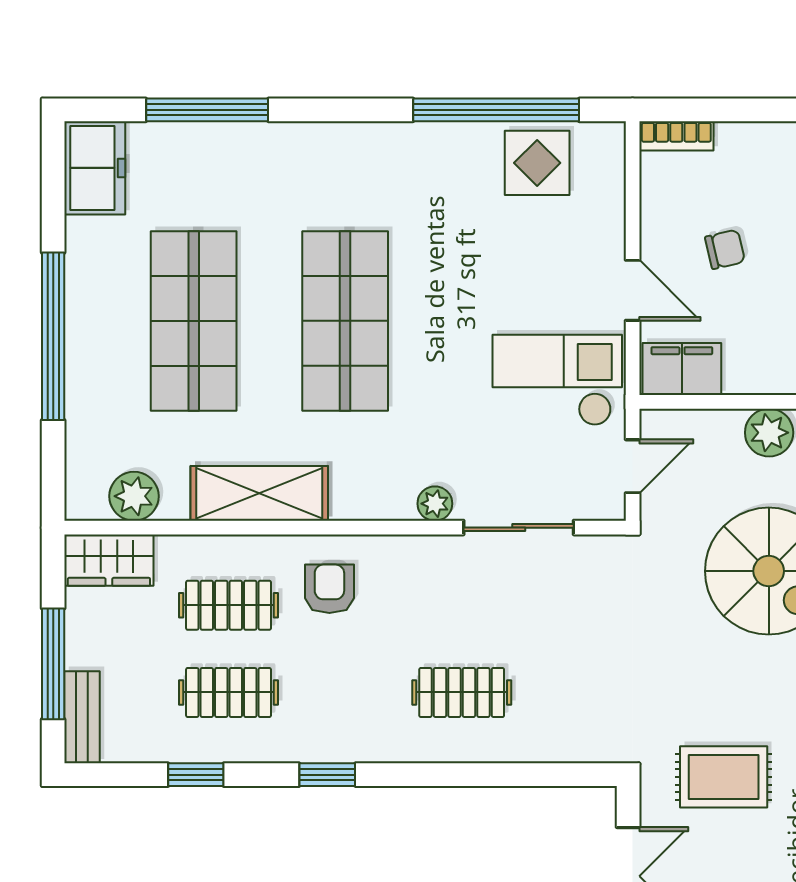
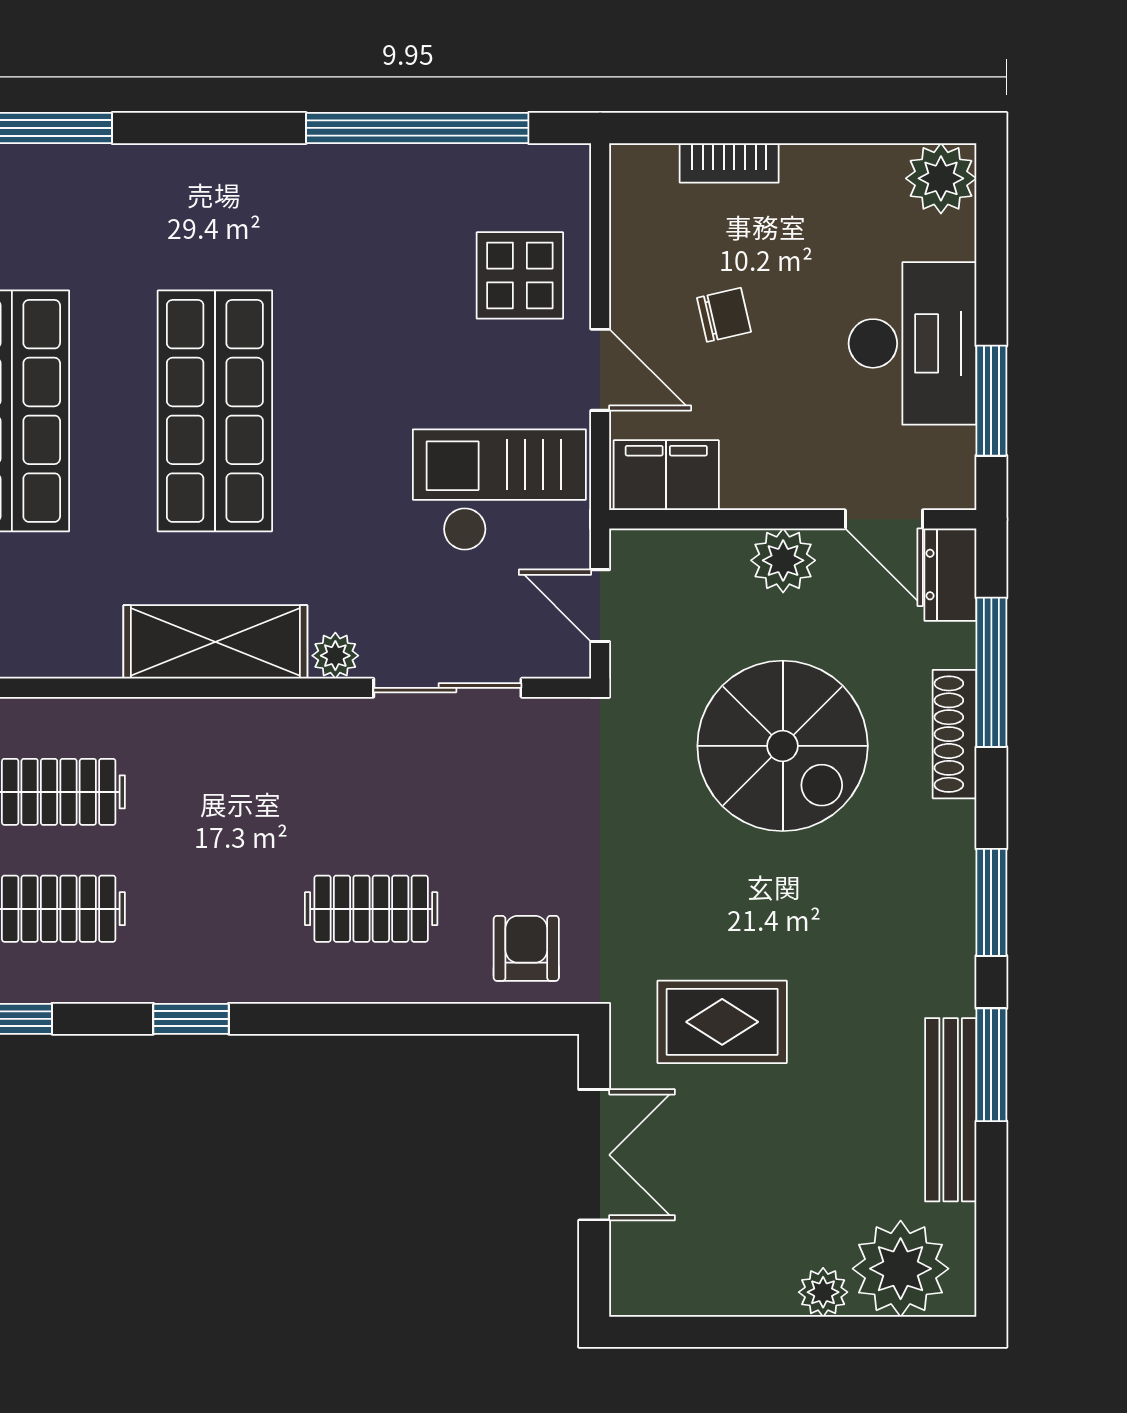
bookcase: (676, 136) -> (729, 163), moved
display table: (537, 163) -> (520, 275), moved
door: (633, 466) -> (600, 606), swing flipped
shelving: (259, 493) -> (215, 642), moved
armchair: (329, 589) -> (526, 948), moved

